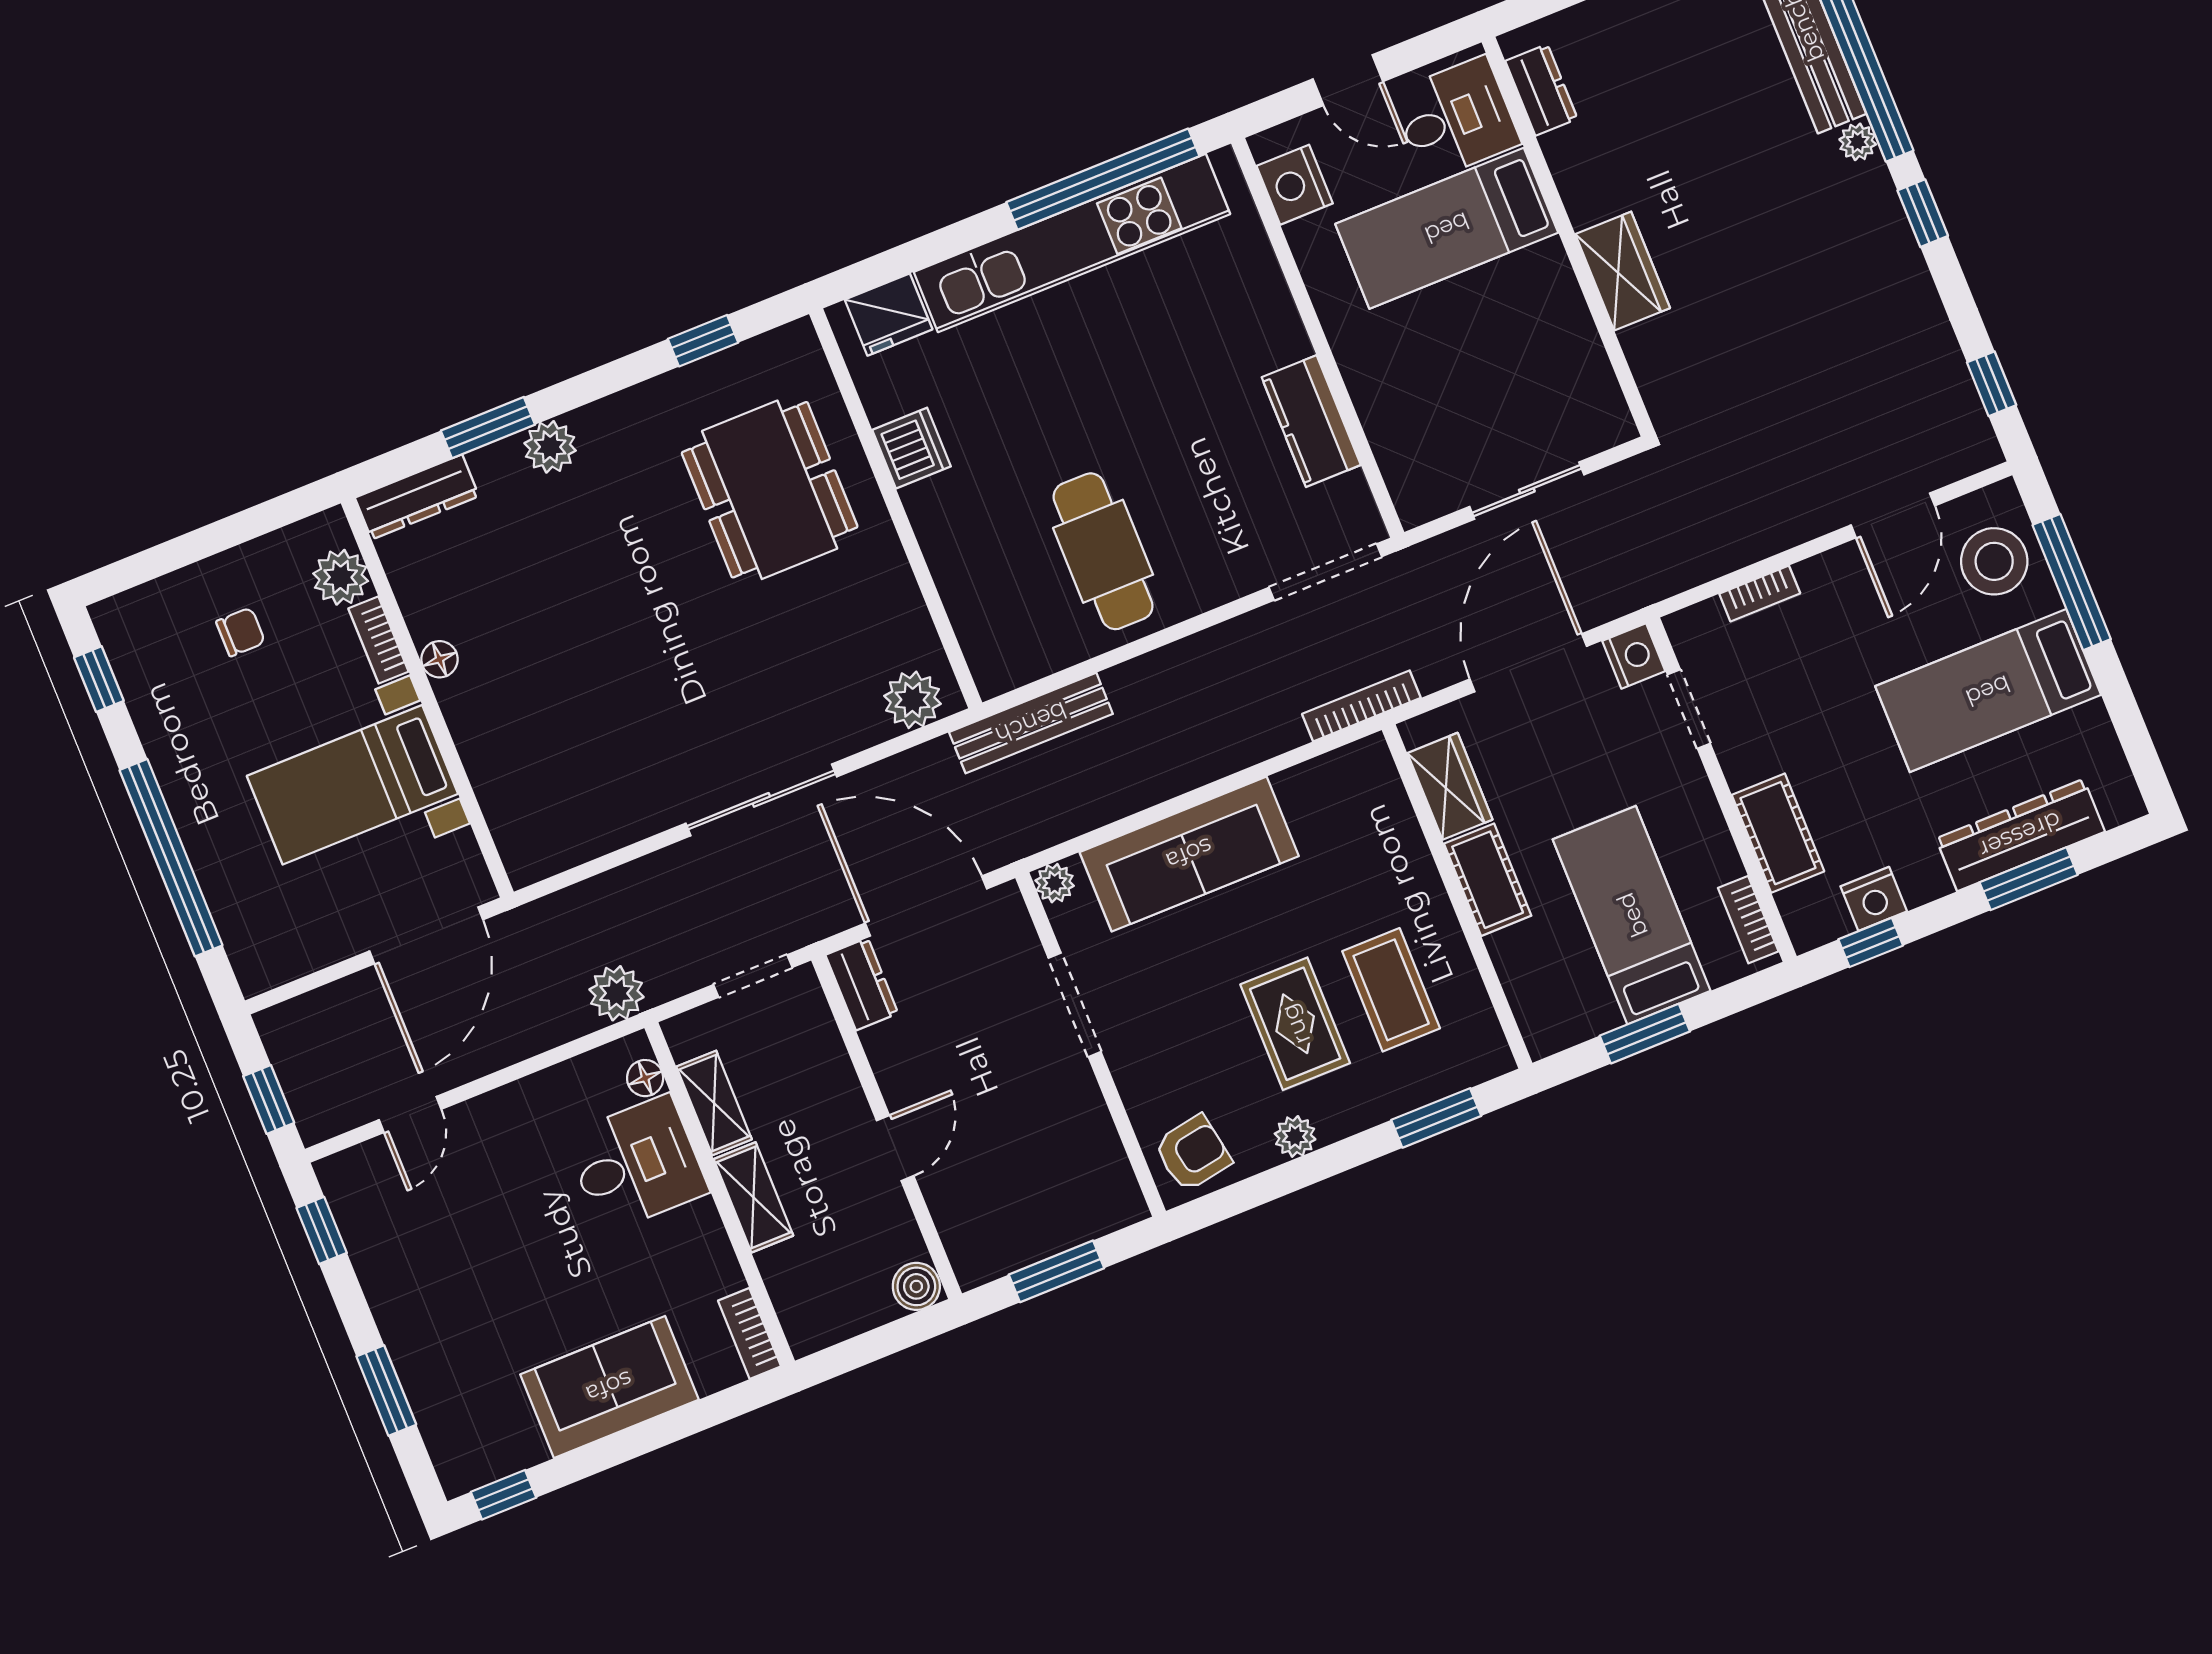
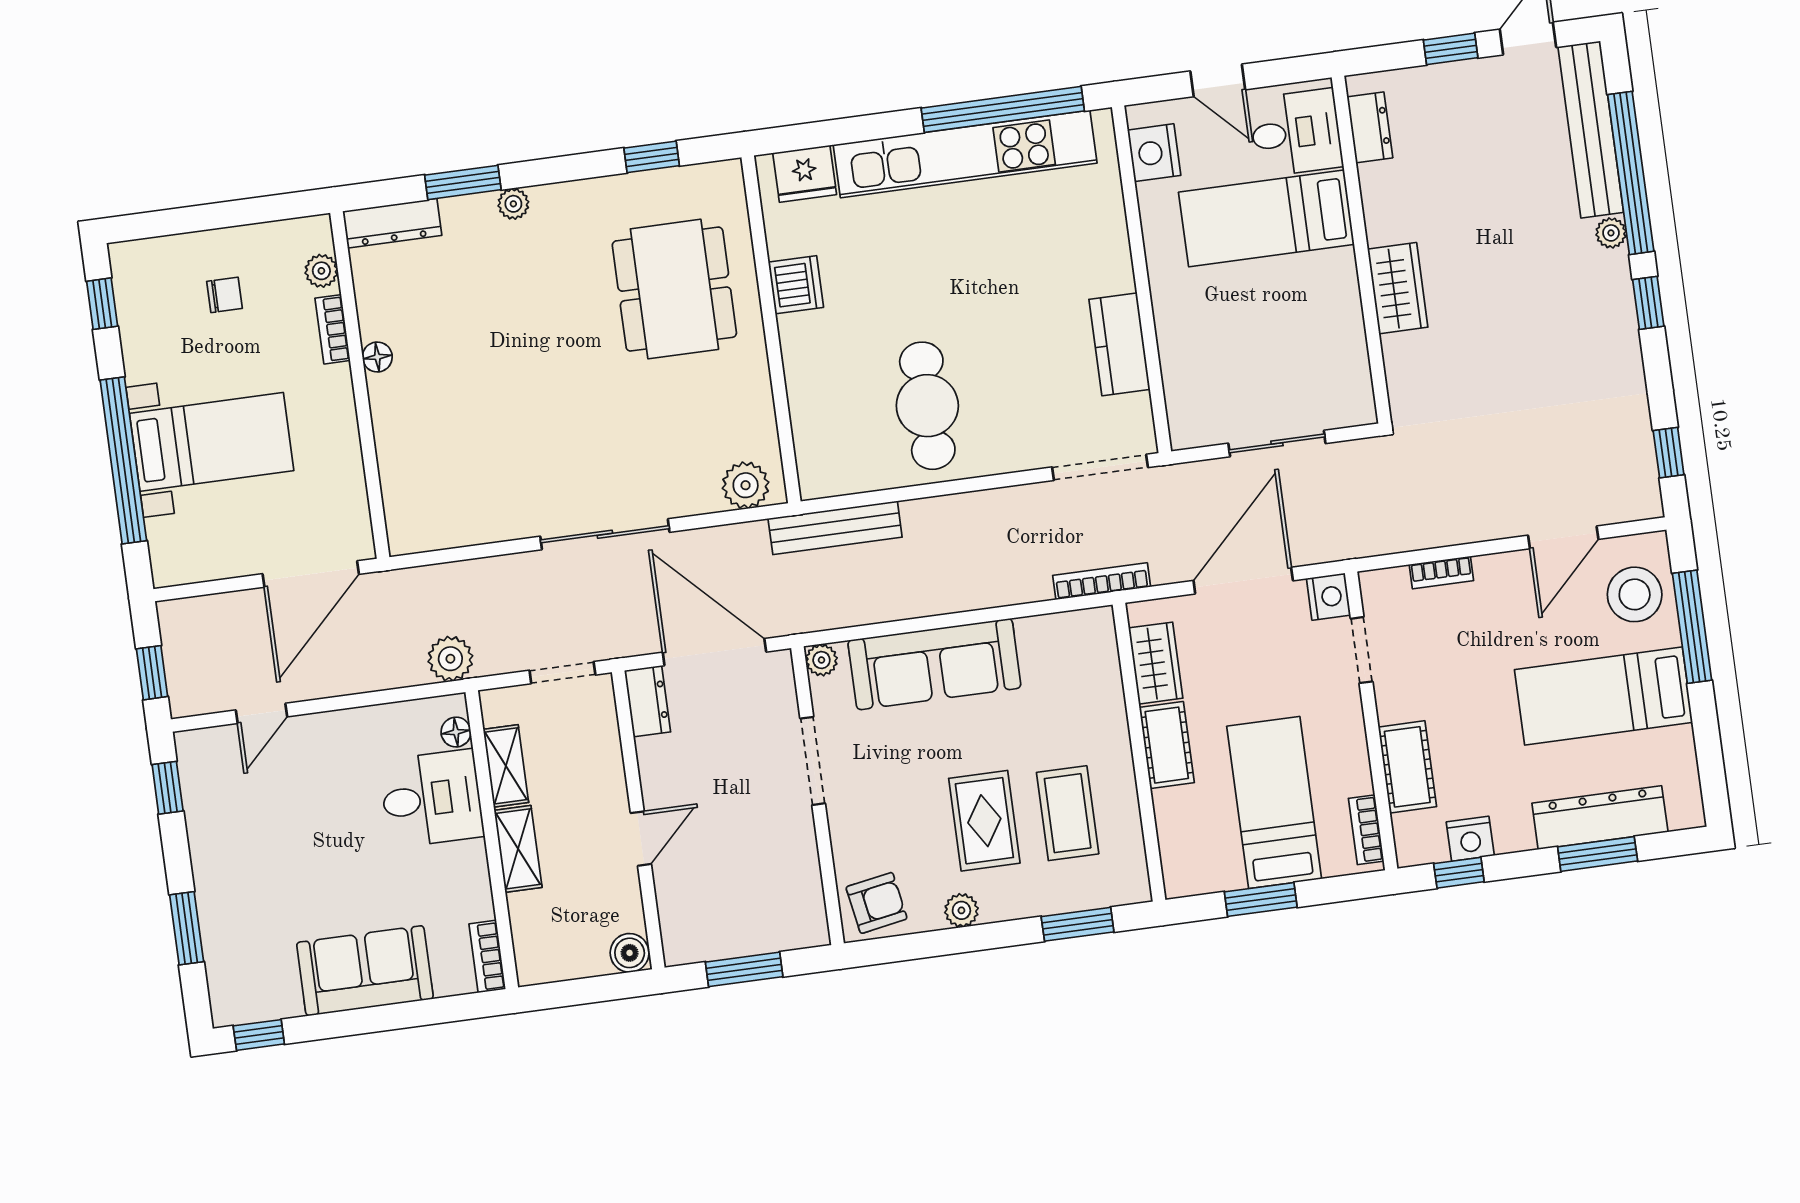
plant: (550, 447) -> (513, 204), width x0.73, depth x0.73
plant: (341, 577) -> (321, 271), width x0.73, depth x0.73
bed with nightstands: (352, 785) -> (212, 442), moved, turned 180

